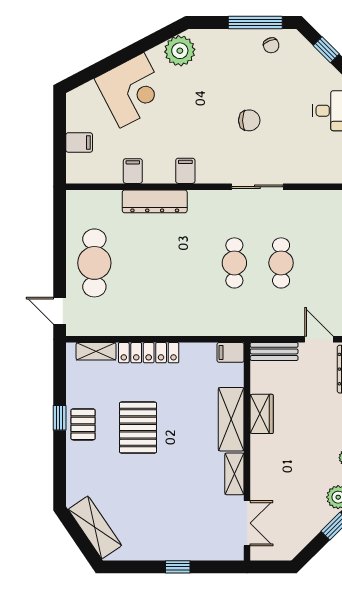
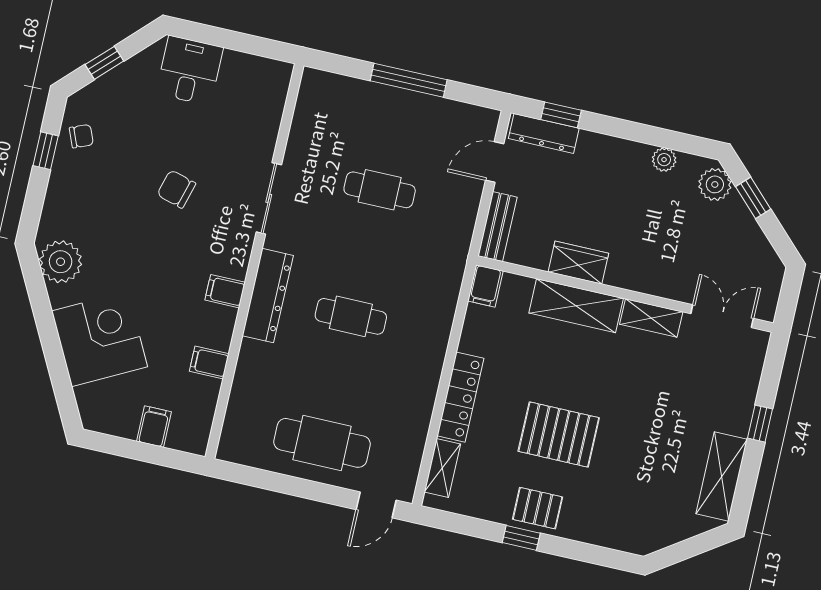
window: (255, 23) -> (46, 151), width x0.46
chair: (249, 120) -> (176, 189), turned -74
dresser: (155, 201) -> (268, 296), moved
cafe table: (234, 263) -> (351, 316), moved
shelving: (95, 527) -> (722, 477), moved, turned -56

